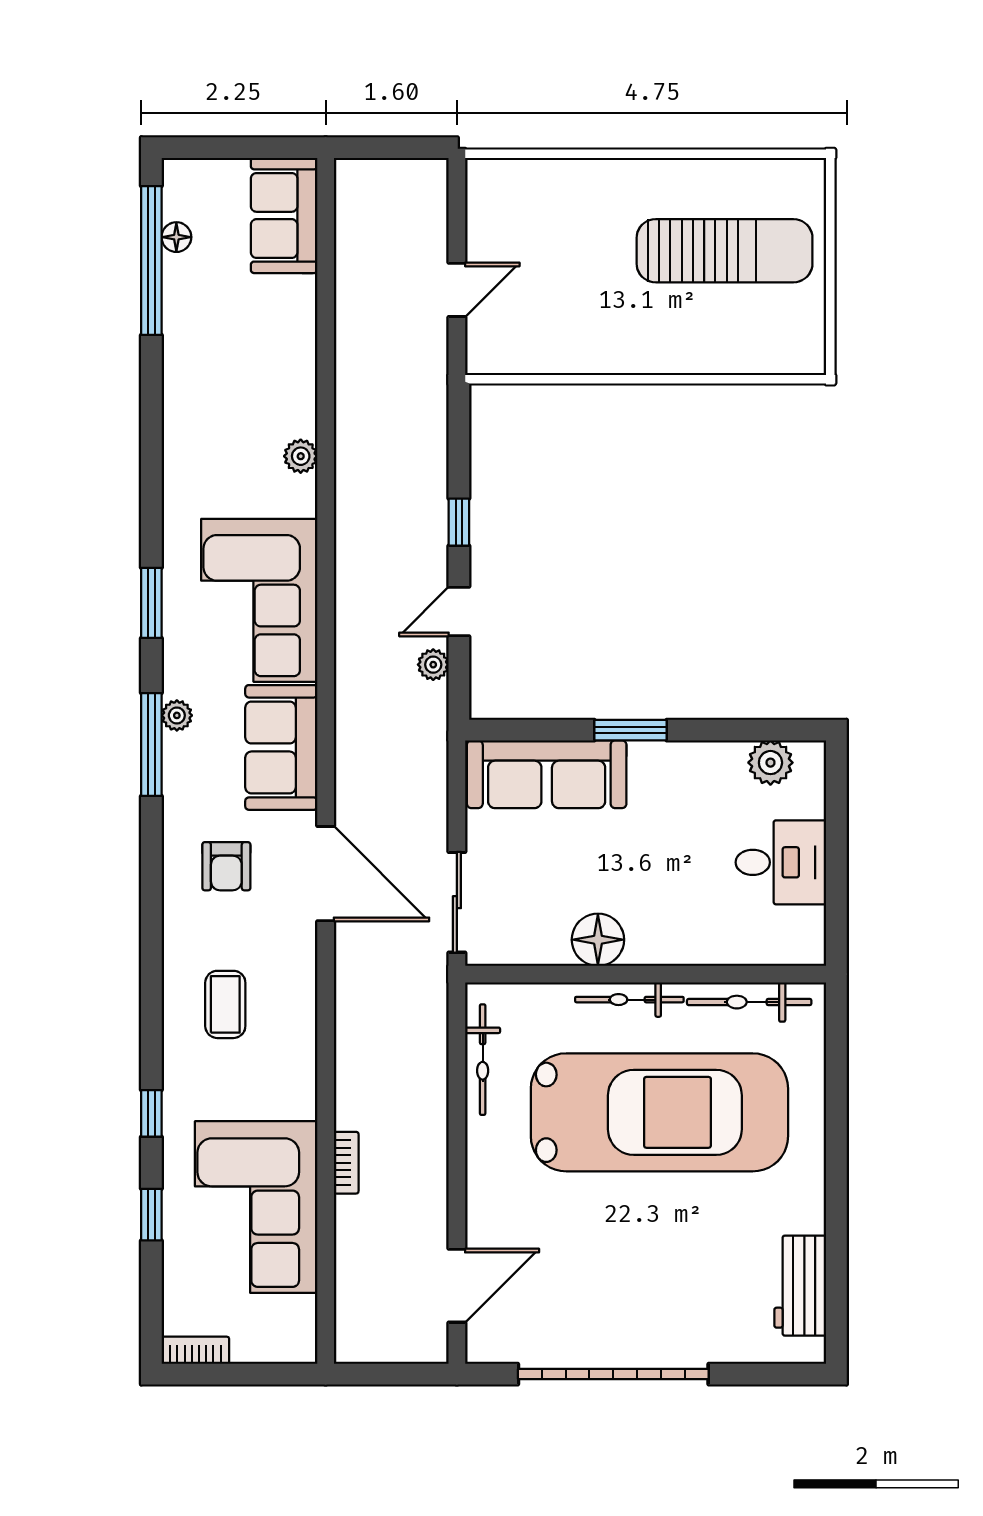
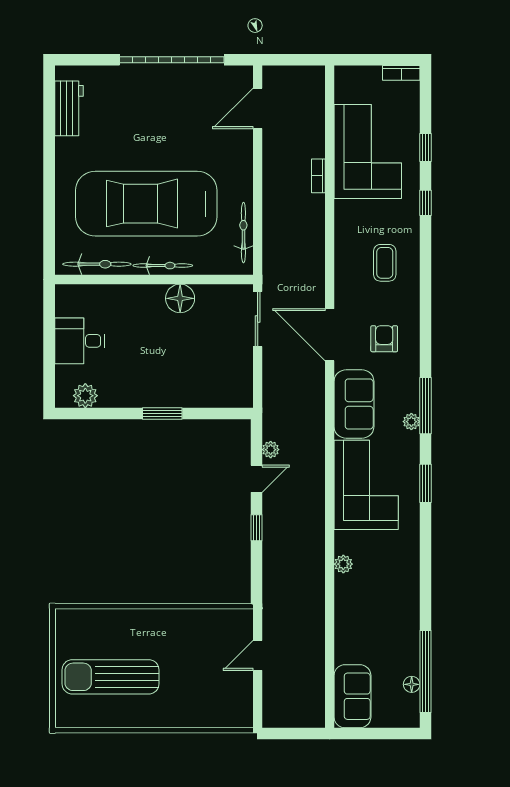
sofa: (547, 774) -> (208, 389), removed

